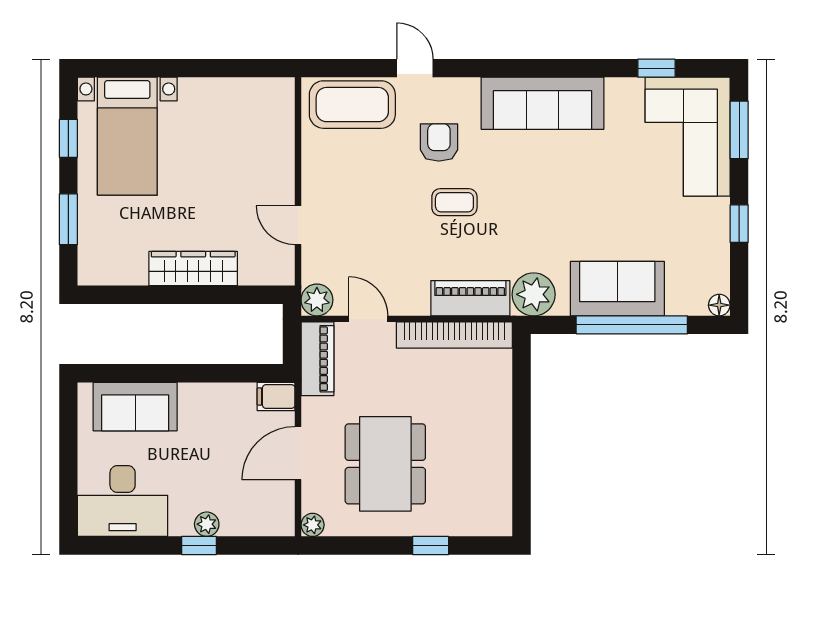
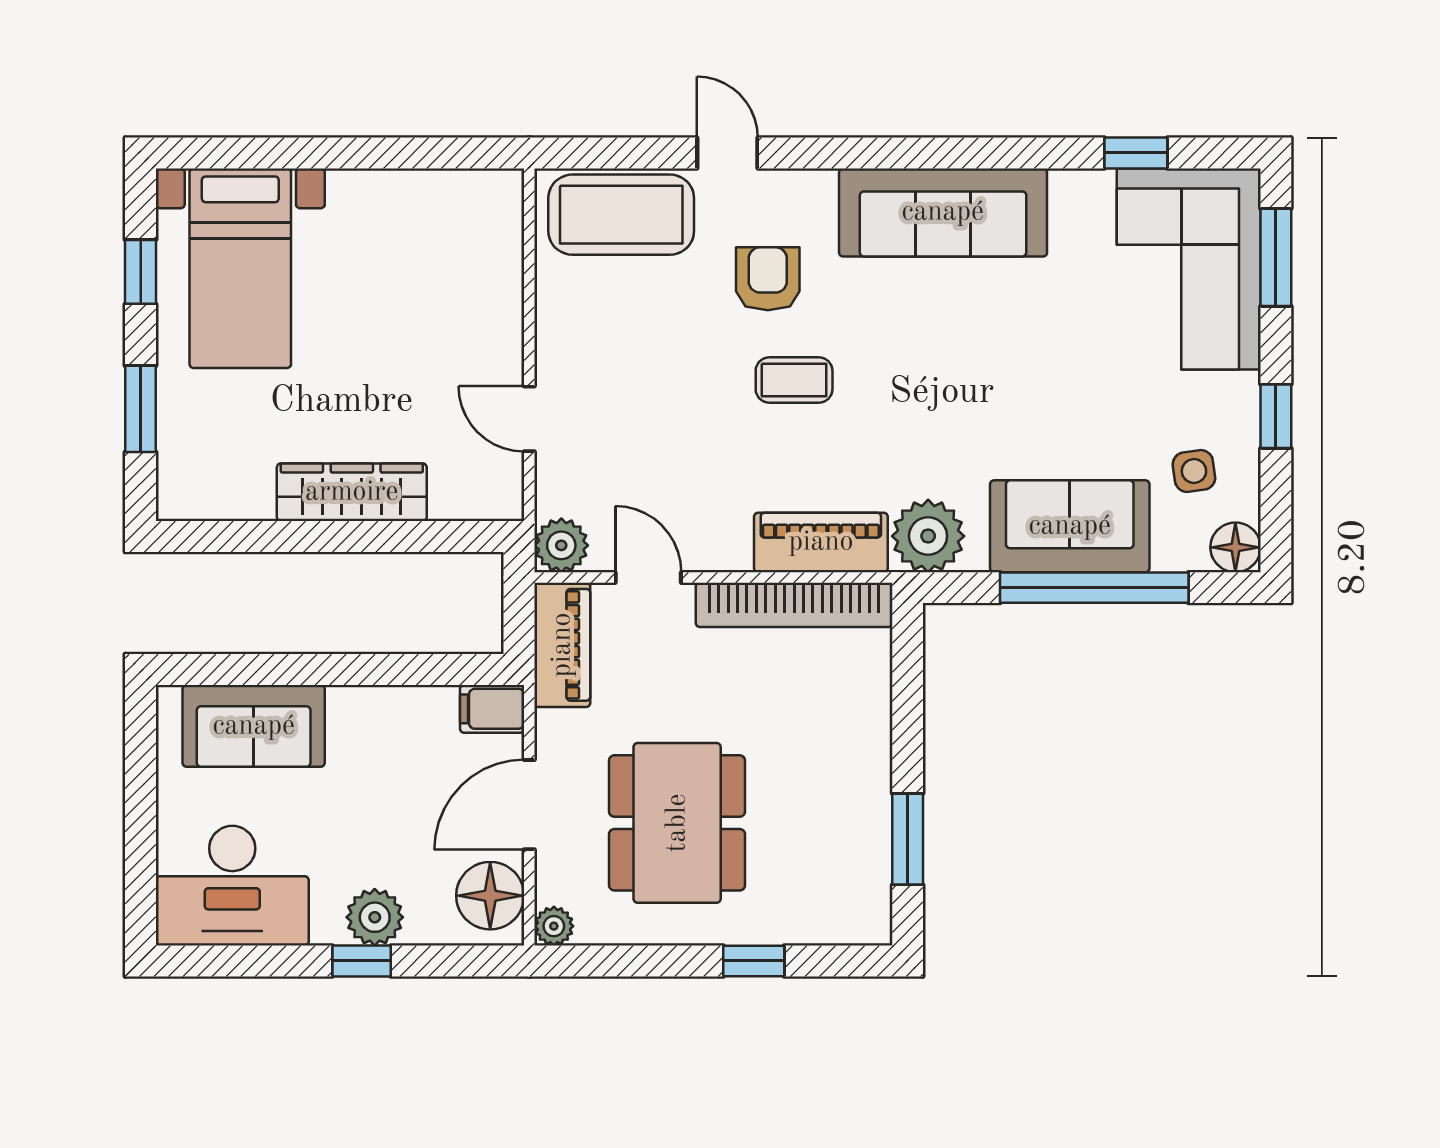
side table: (691, 256) -> (1194, 471), added
floor lamp: (719, 305) -> (1235, 547), width x1.37, depth x1.37
window: (522, 474) -> (908, 839), added
floor lamp: (275, 507) -> (490, 896), added
plant: (207, 524) -> (375, 917), width x1.38, depth x1.38

